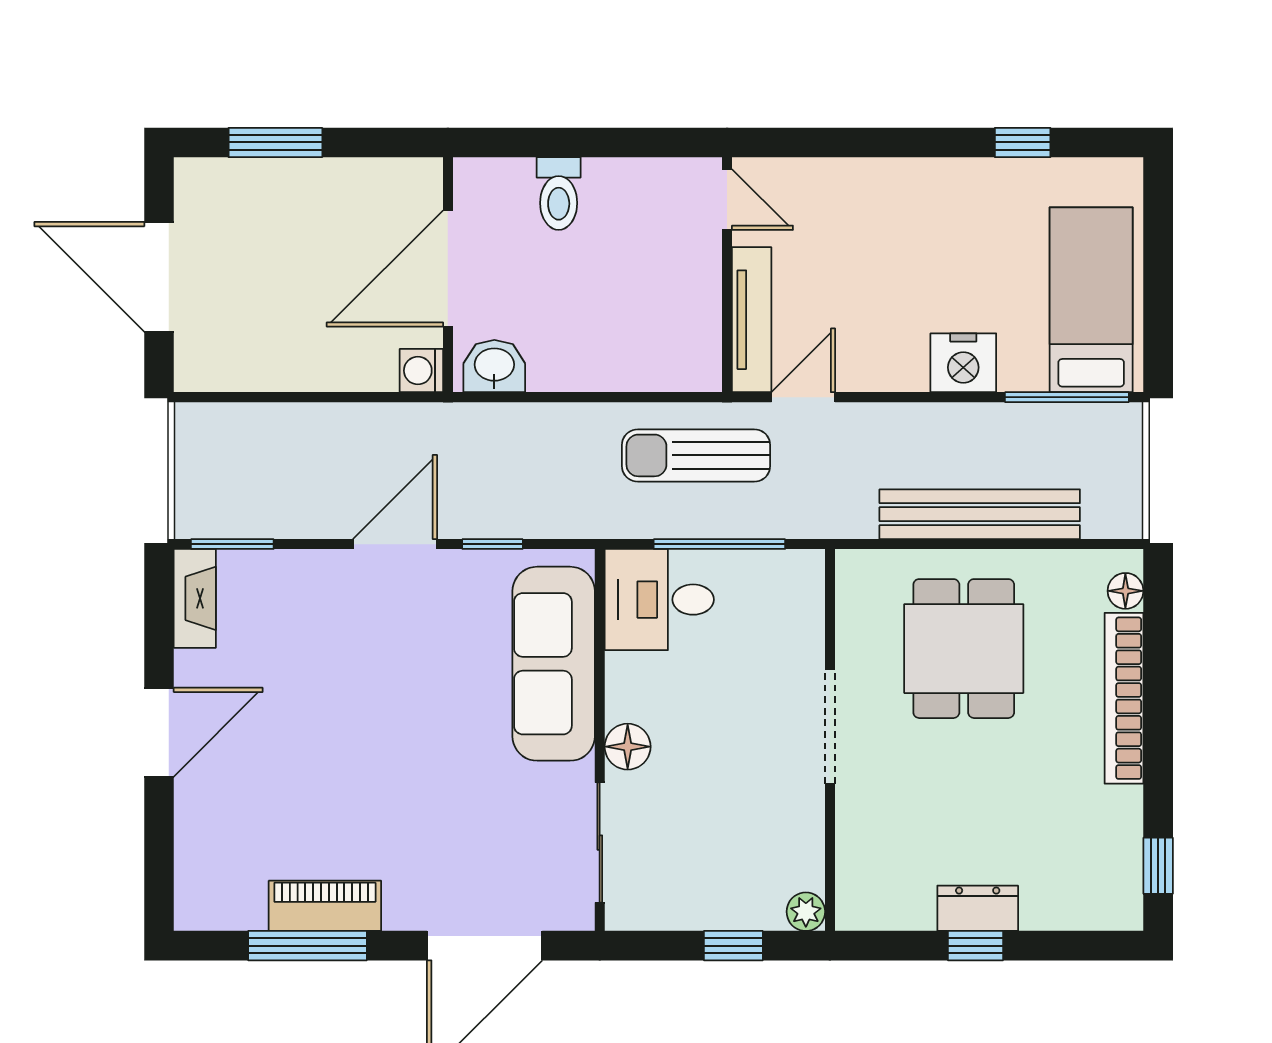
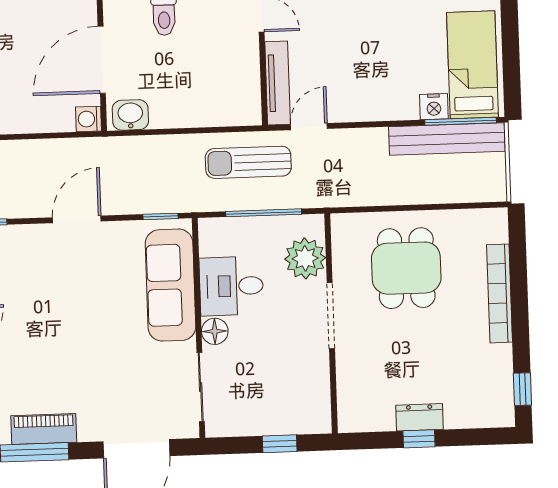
nightstand: (963, 363) -> (434, 107), moved, width x0.74, depth x0.75
bench: (980, 514) -> (447, 139), moved
window: (493, 544) -> (161, 216), moved
floor lamp: (1125, 591) -> (498, 232), removed
desk: (659, 600) -> (231, 286), moved
plant: (806, 912) -> (305, 258), moved, width x1.88, depth x1.88

